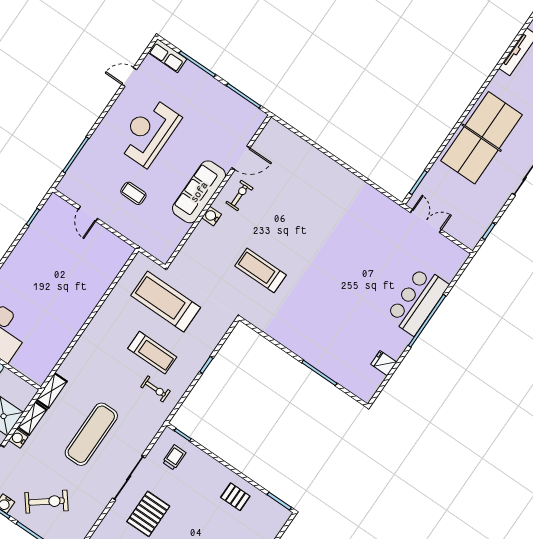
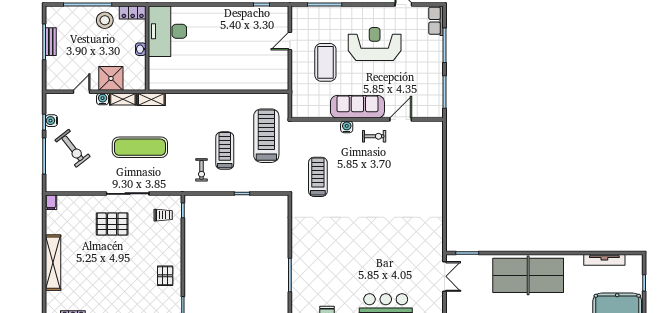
door: (241, 158) -> (401, 120), swing flipped
coffee table: (133, 193) -> (325, 62), width x1.86, depth x1.72
treadmill: (260, 270) -> (318, 177), moved
treadmill: (152, 353) -> (225, 151), turned 180

